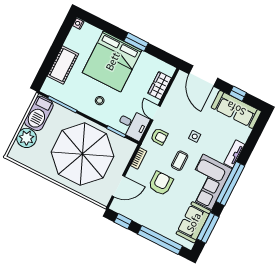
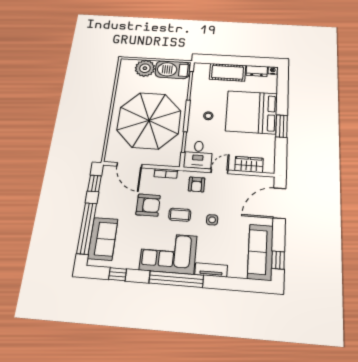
dresser: (73, 38) -> (257, 71), added
window: (238, 94) -> (278, 260), moved
sofa: (193, 222) -> (103, 239), moved, turned 90
window: (208, 228) -> (118, 274), width x0.46

